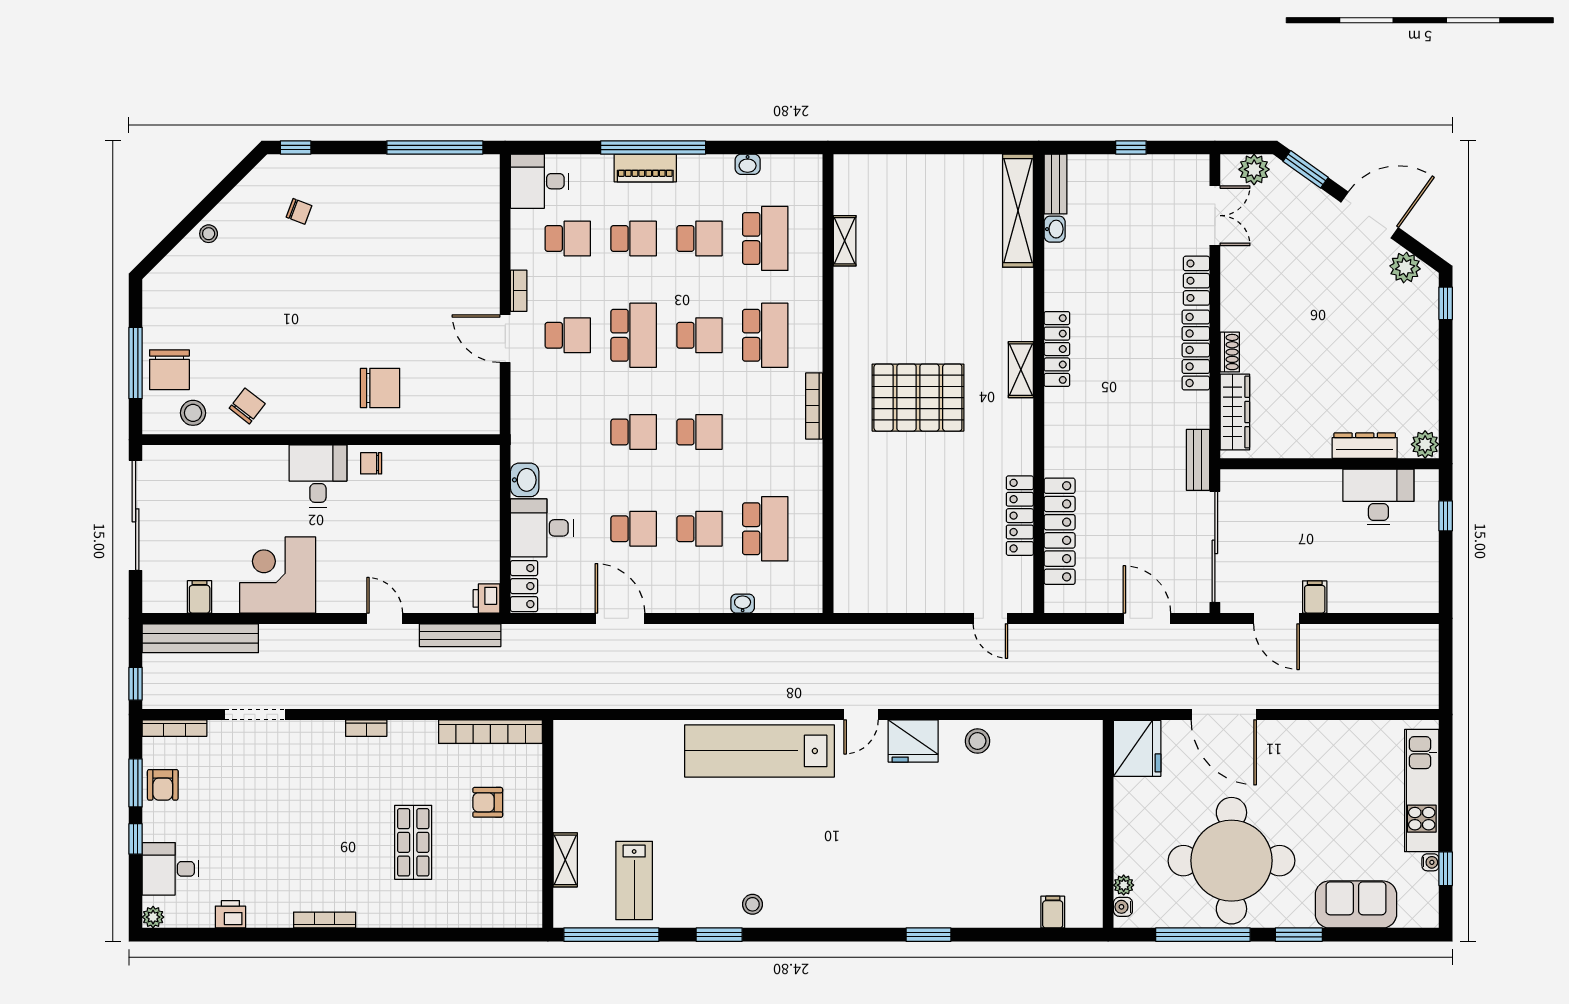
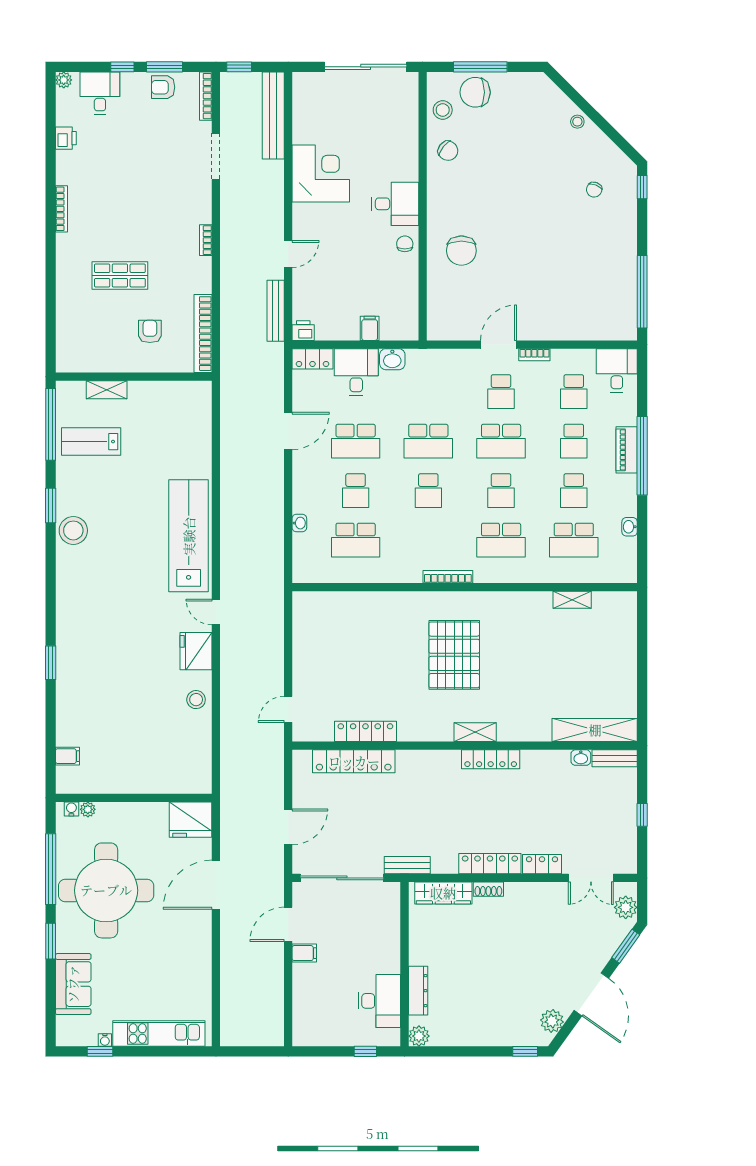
school desk: (634, 432) -> (428, 441), width x1.85
school desk: (634, 529) -> (356, 441), width x1.85
filing cabinet: (200, 597) -> (370, 328), moved, turned -90
stool: (752, 904) -> (73, 530), width x1.89, depth x1.89

